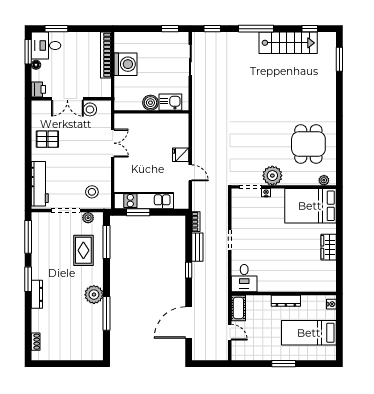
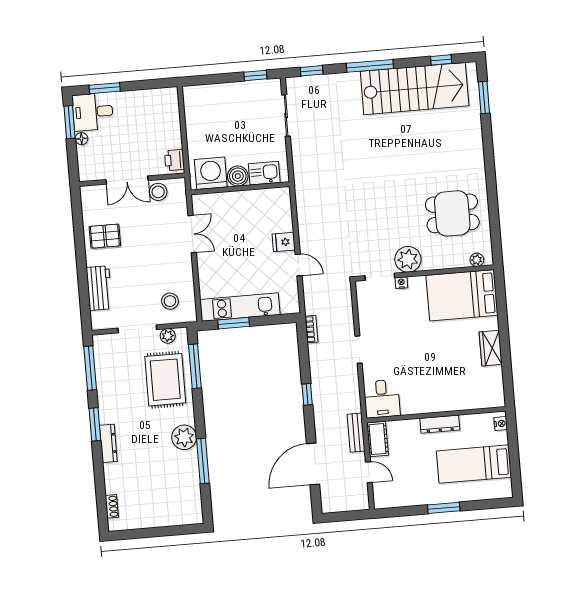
stairs: (288, 43) -> (415, 89), width x1.36, depth x1.51
bookcase: (106, 55) -> (173, 118), removed
washing machine: (126, 64) -> (211, 173), moved, turned -90
printer: (38, 89) -> (174, 160), moved, turned 180
dining table: (308, 144) -> (452, 213), turned 90
workbench: (40, 184) -> (99, 288), width x0.73
bench: (197, 247) -> (356, 433), moved
rug: (83, 250) -> (165, 380), width x1.36, depth x1.43

